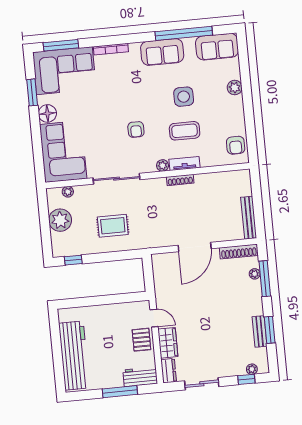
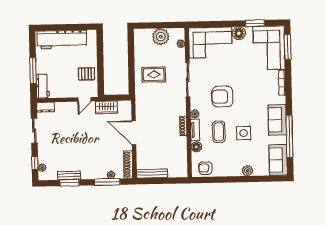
armchair: (136, 129) -> (222, 97), width x1.88, depth x1.88
floor lamp: (207, 160) -> (196, 147), added
rug: (113, 226) -> (154, 75), turned 90
window: (73, 260) -> (131, 44), removed
pallet: (141, 340) -> (87, 74), moved
wardrobe: (168, 343) -> (106, 107), moved

